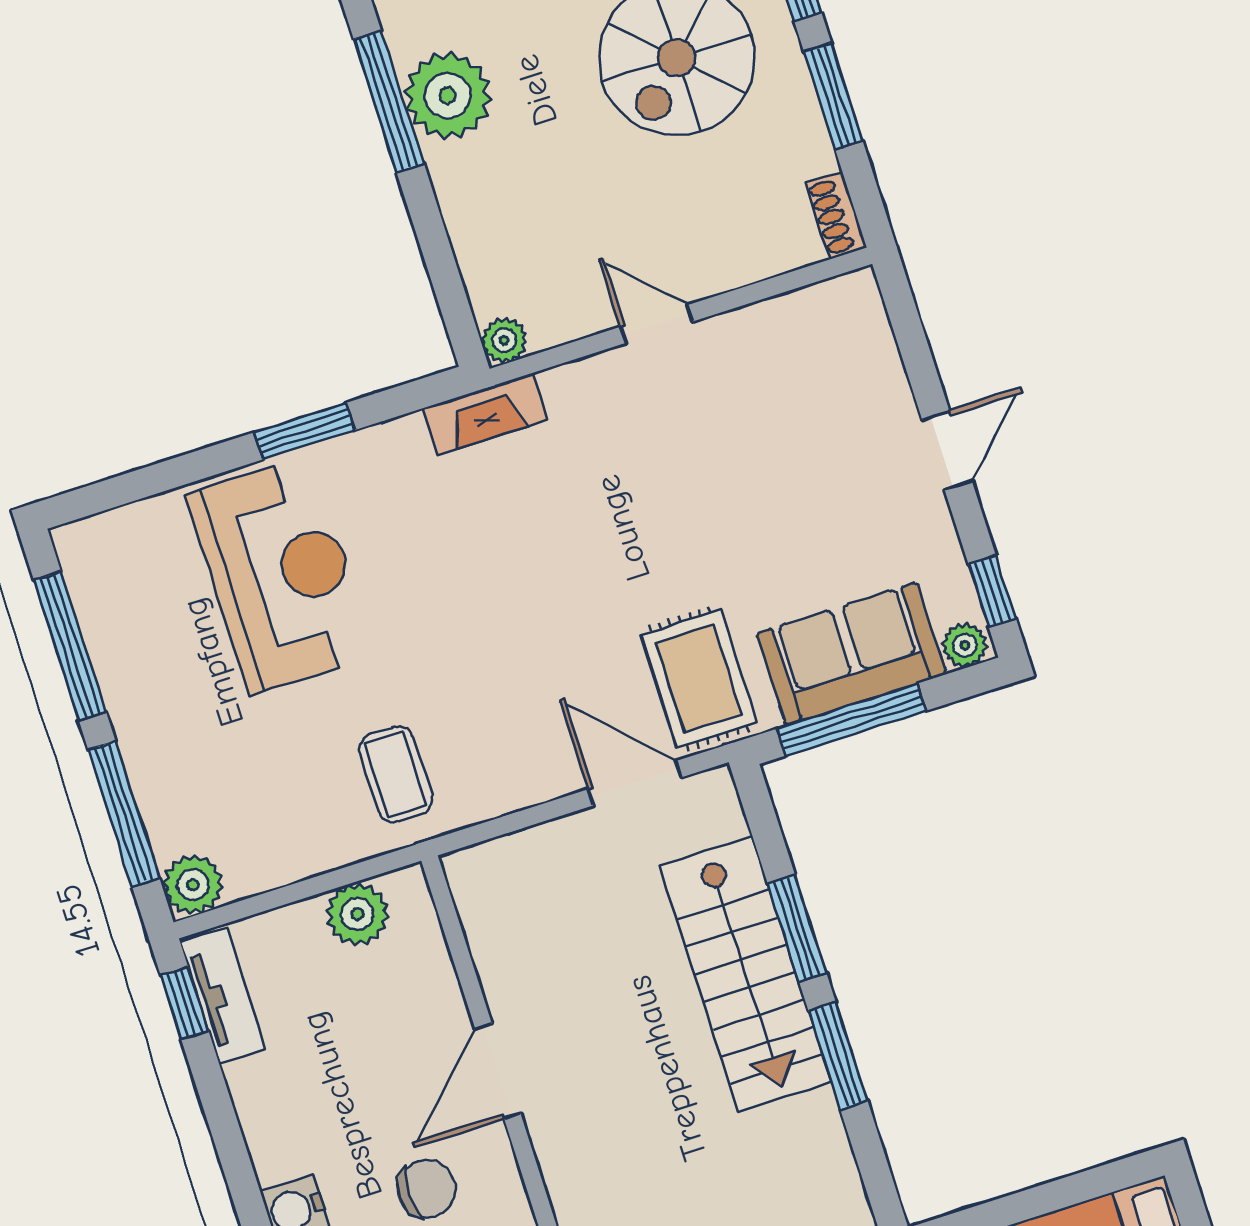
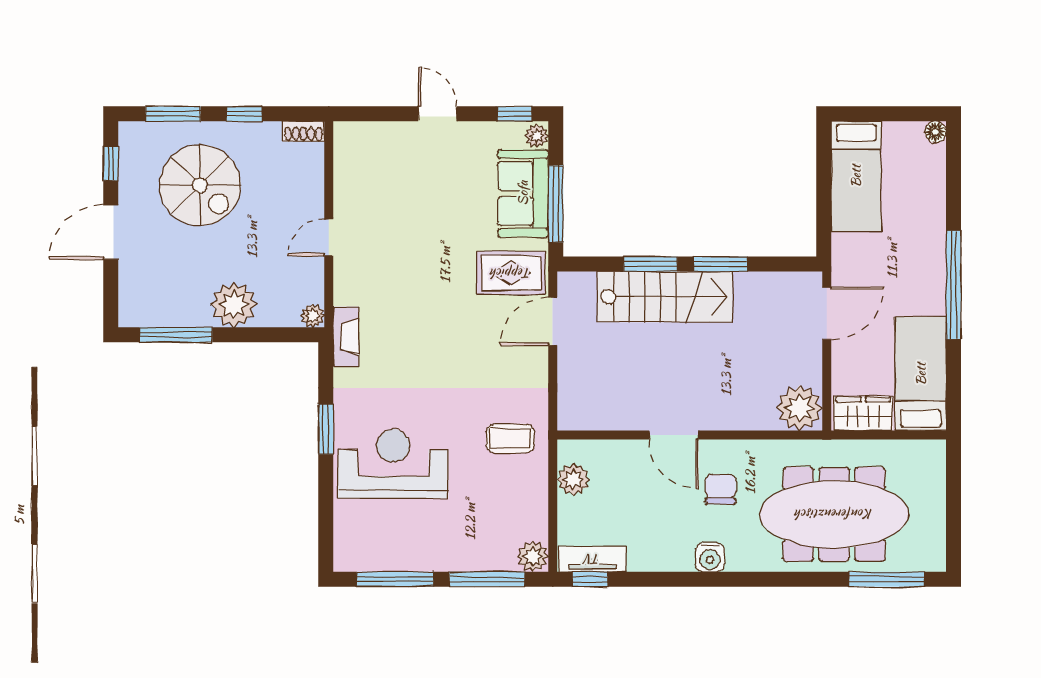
plant: (448, 95) -> (234, 305), moved
window: (833, 96) -> (244, 114), width x0.67

